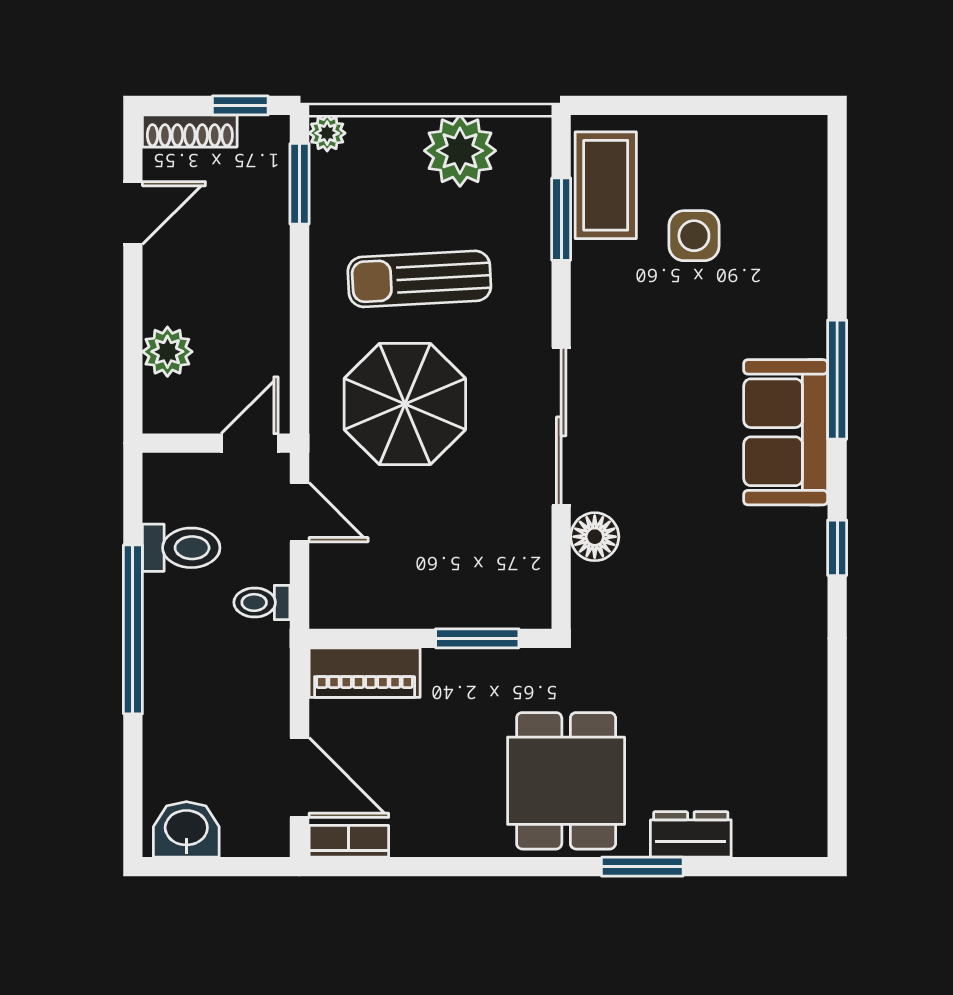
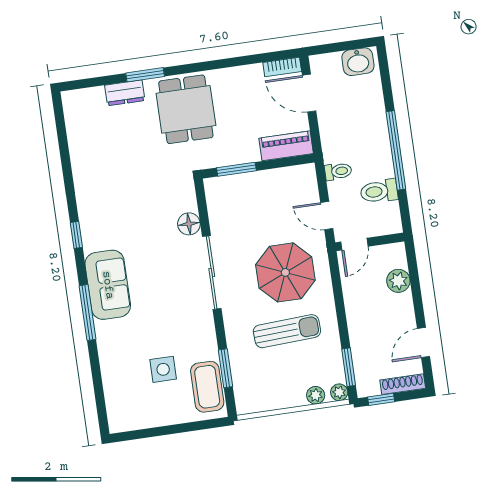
plant: (460, 151) -> (316, 395), moved, width x0.53, depth x0.53

